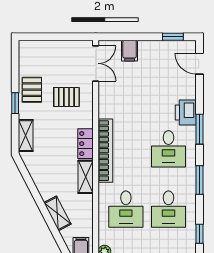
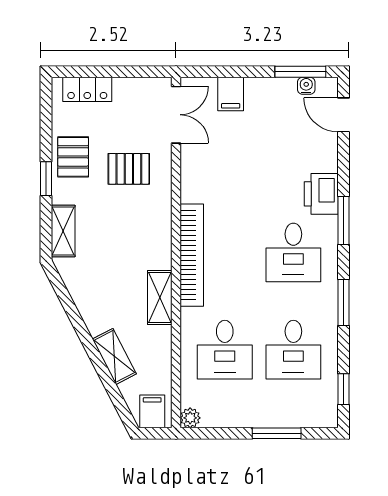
window: (173, 37) -> (300, 72), width x1.50
water cooler: (176, 45) -> (306, 86), added
locker: (86, 144) -> (87, 89), moved, turned -90

